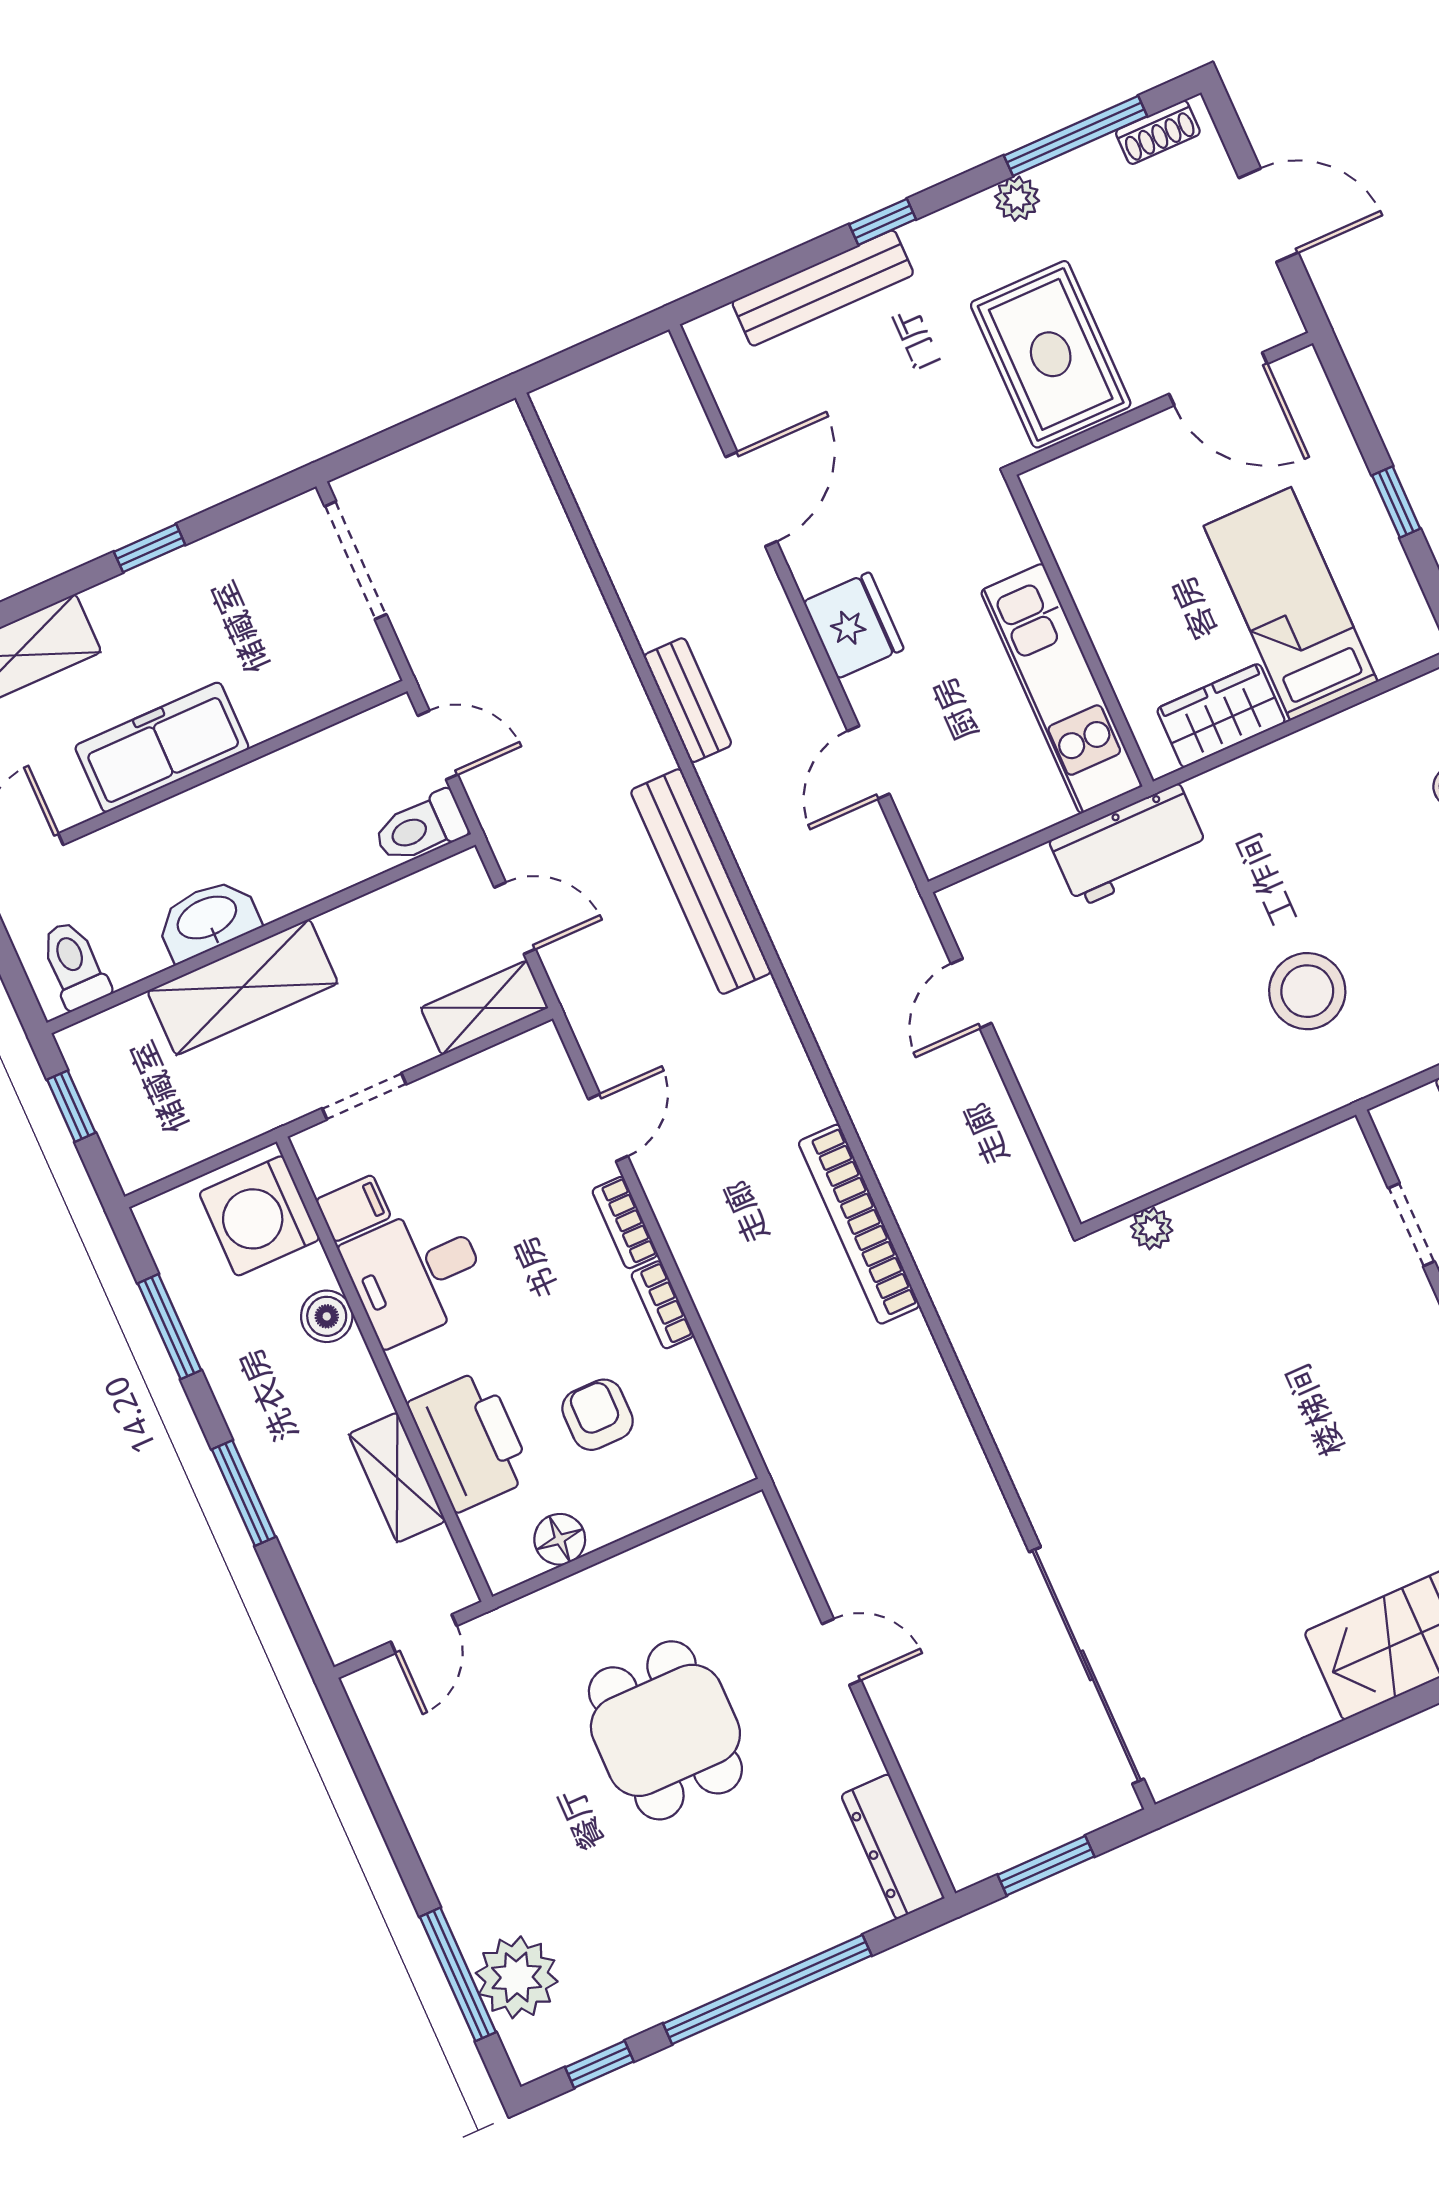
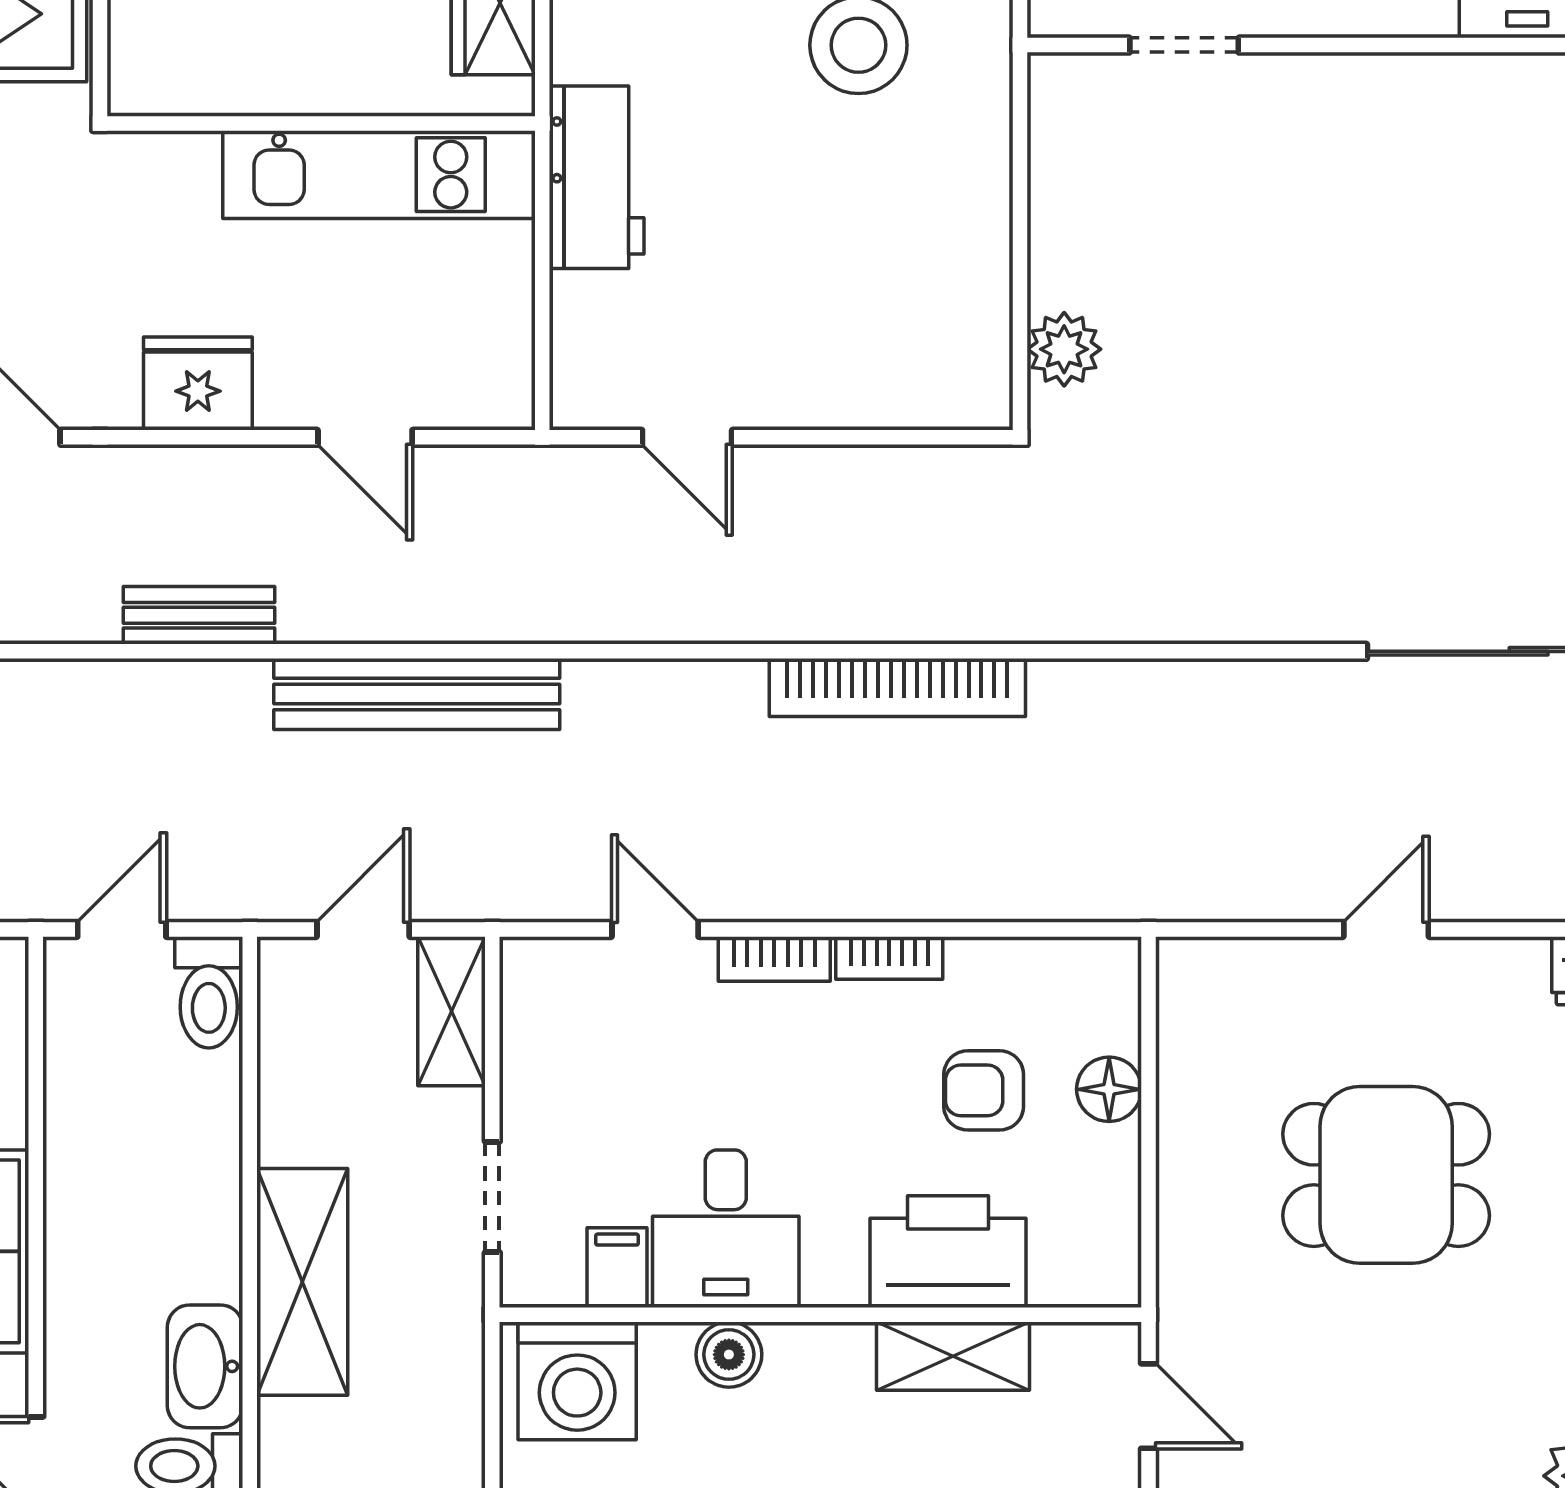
washbasin: (208, 919) -> (205, 1366), moved
plant: (1152, 1228) -> (1064, 349), width x1.38, depth x1.38
floor lamp: (560, 1539) -> (1109, 1089), moved

